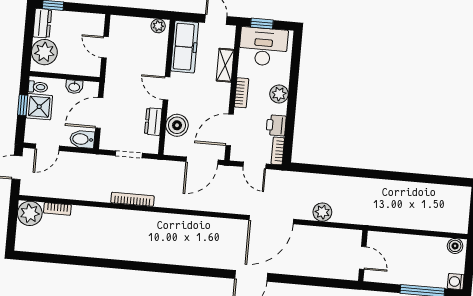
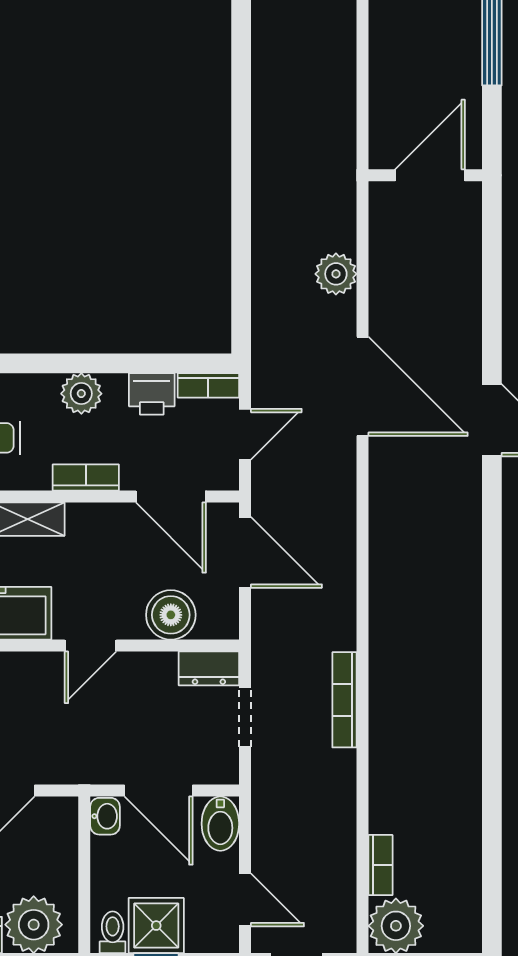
washbasin: (74, 87) -> (105, 816), moved
dresser: (153, 122) -> (209, 668), moved
door: (363, 258) -> (430, 175), width x1.38

